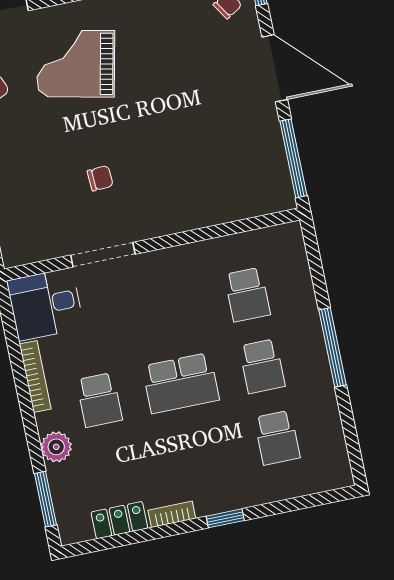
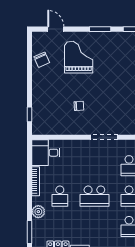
grand piano: (76, 64) -> (79, 57), turned 78
doorway: (103, 255) -> (104, 137), moved

